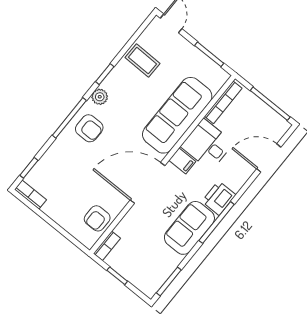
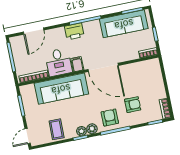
plant: (110, 83) -> (81, 131), added
door: (269, 158) -> (34, 31), hinge flipped
armchair: (97, 218) -> (133, 105), moved
sofa: (189, 228) -> (124, 24), moved, width x1.36

